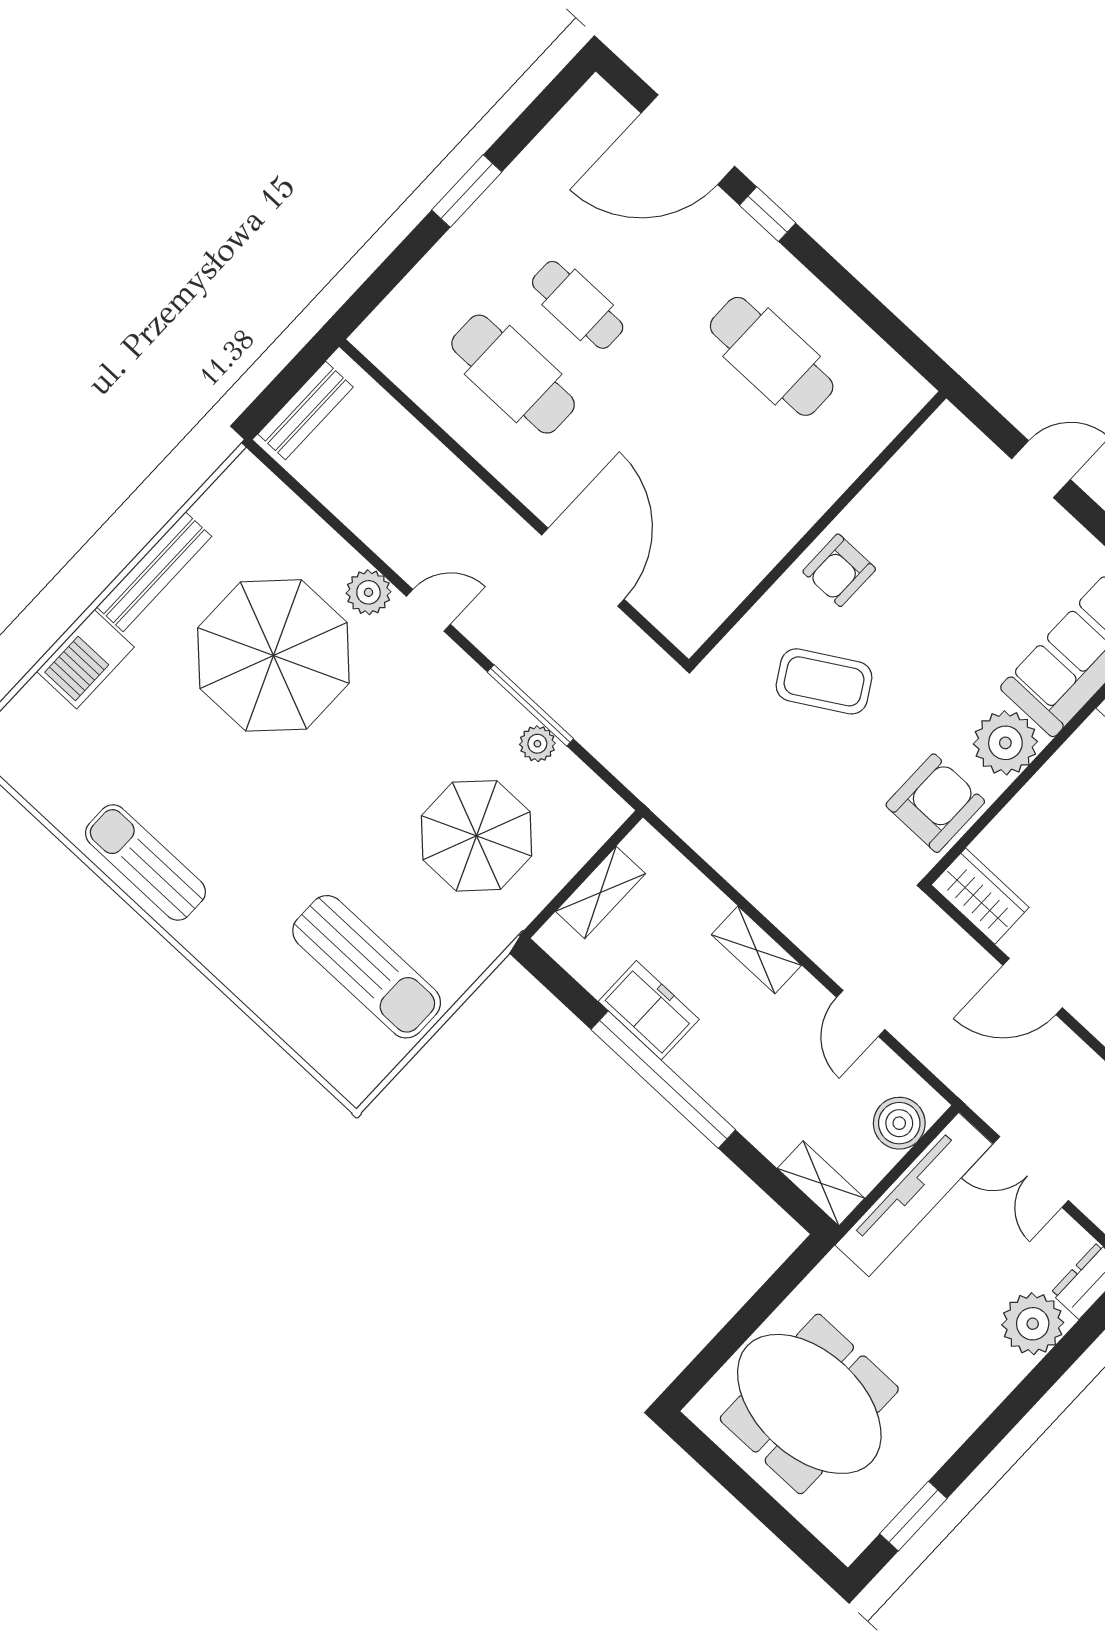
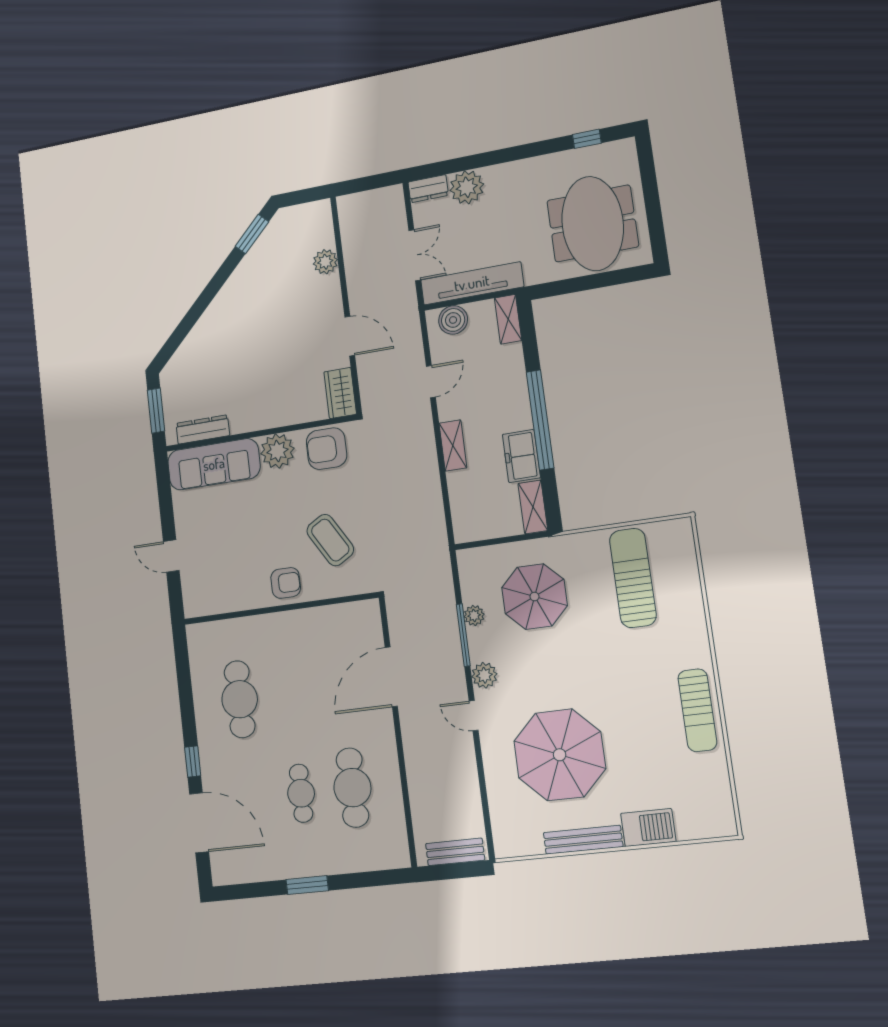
plant: (368, 592) -> (484, 675), moved
shelving: (600, 892) -> (533, 507), moved, turned 90
window: (913, 1516) -> (587, 139), width x0.67

